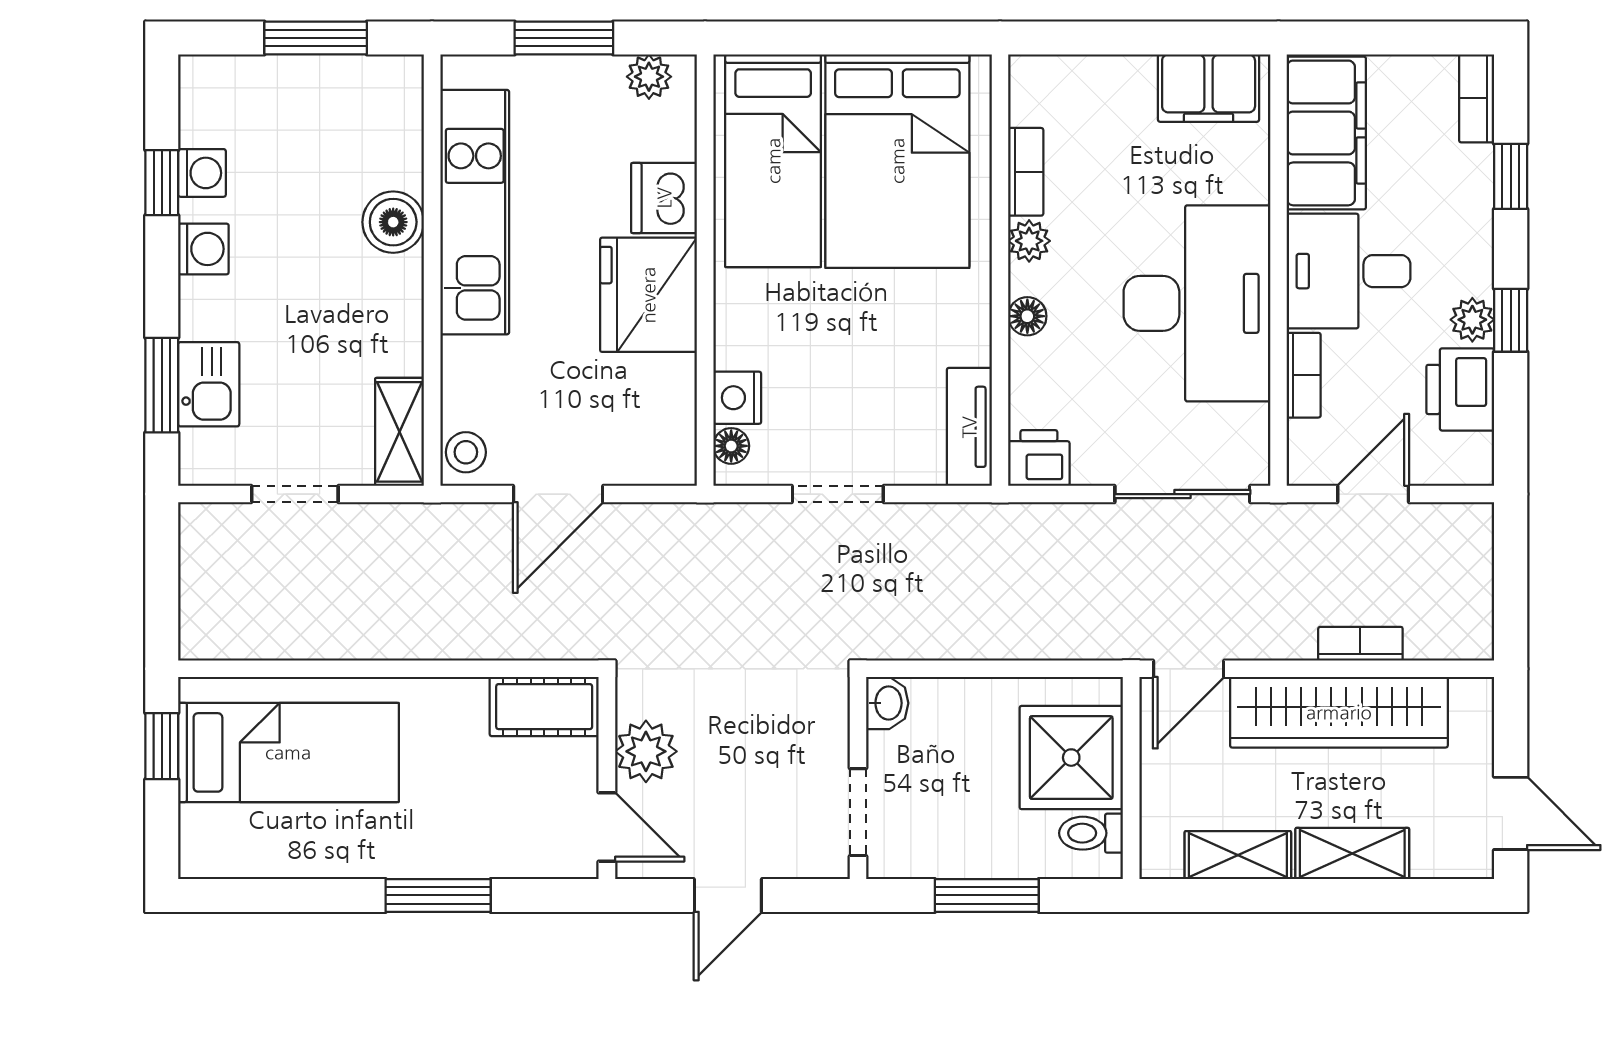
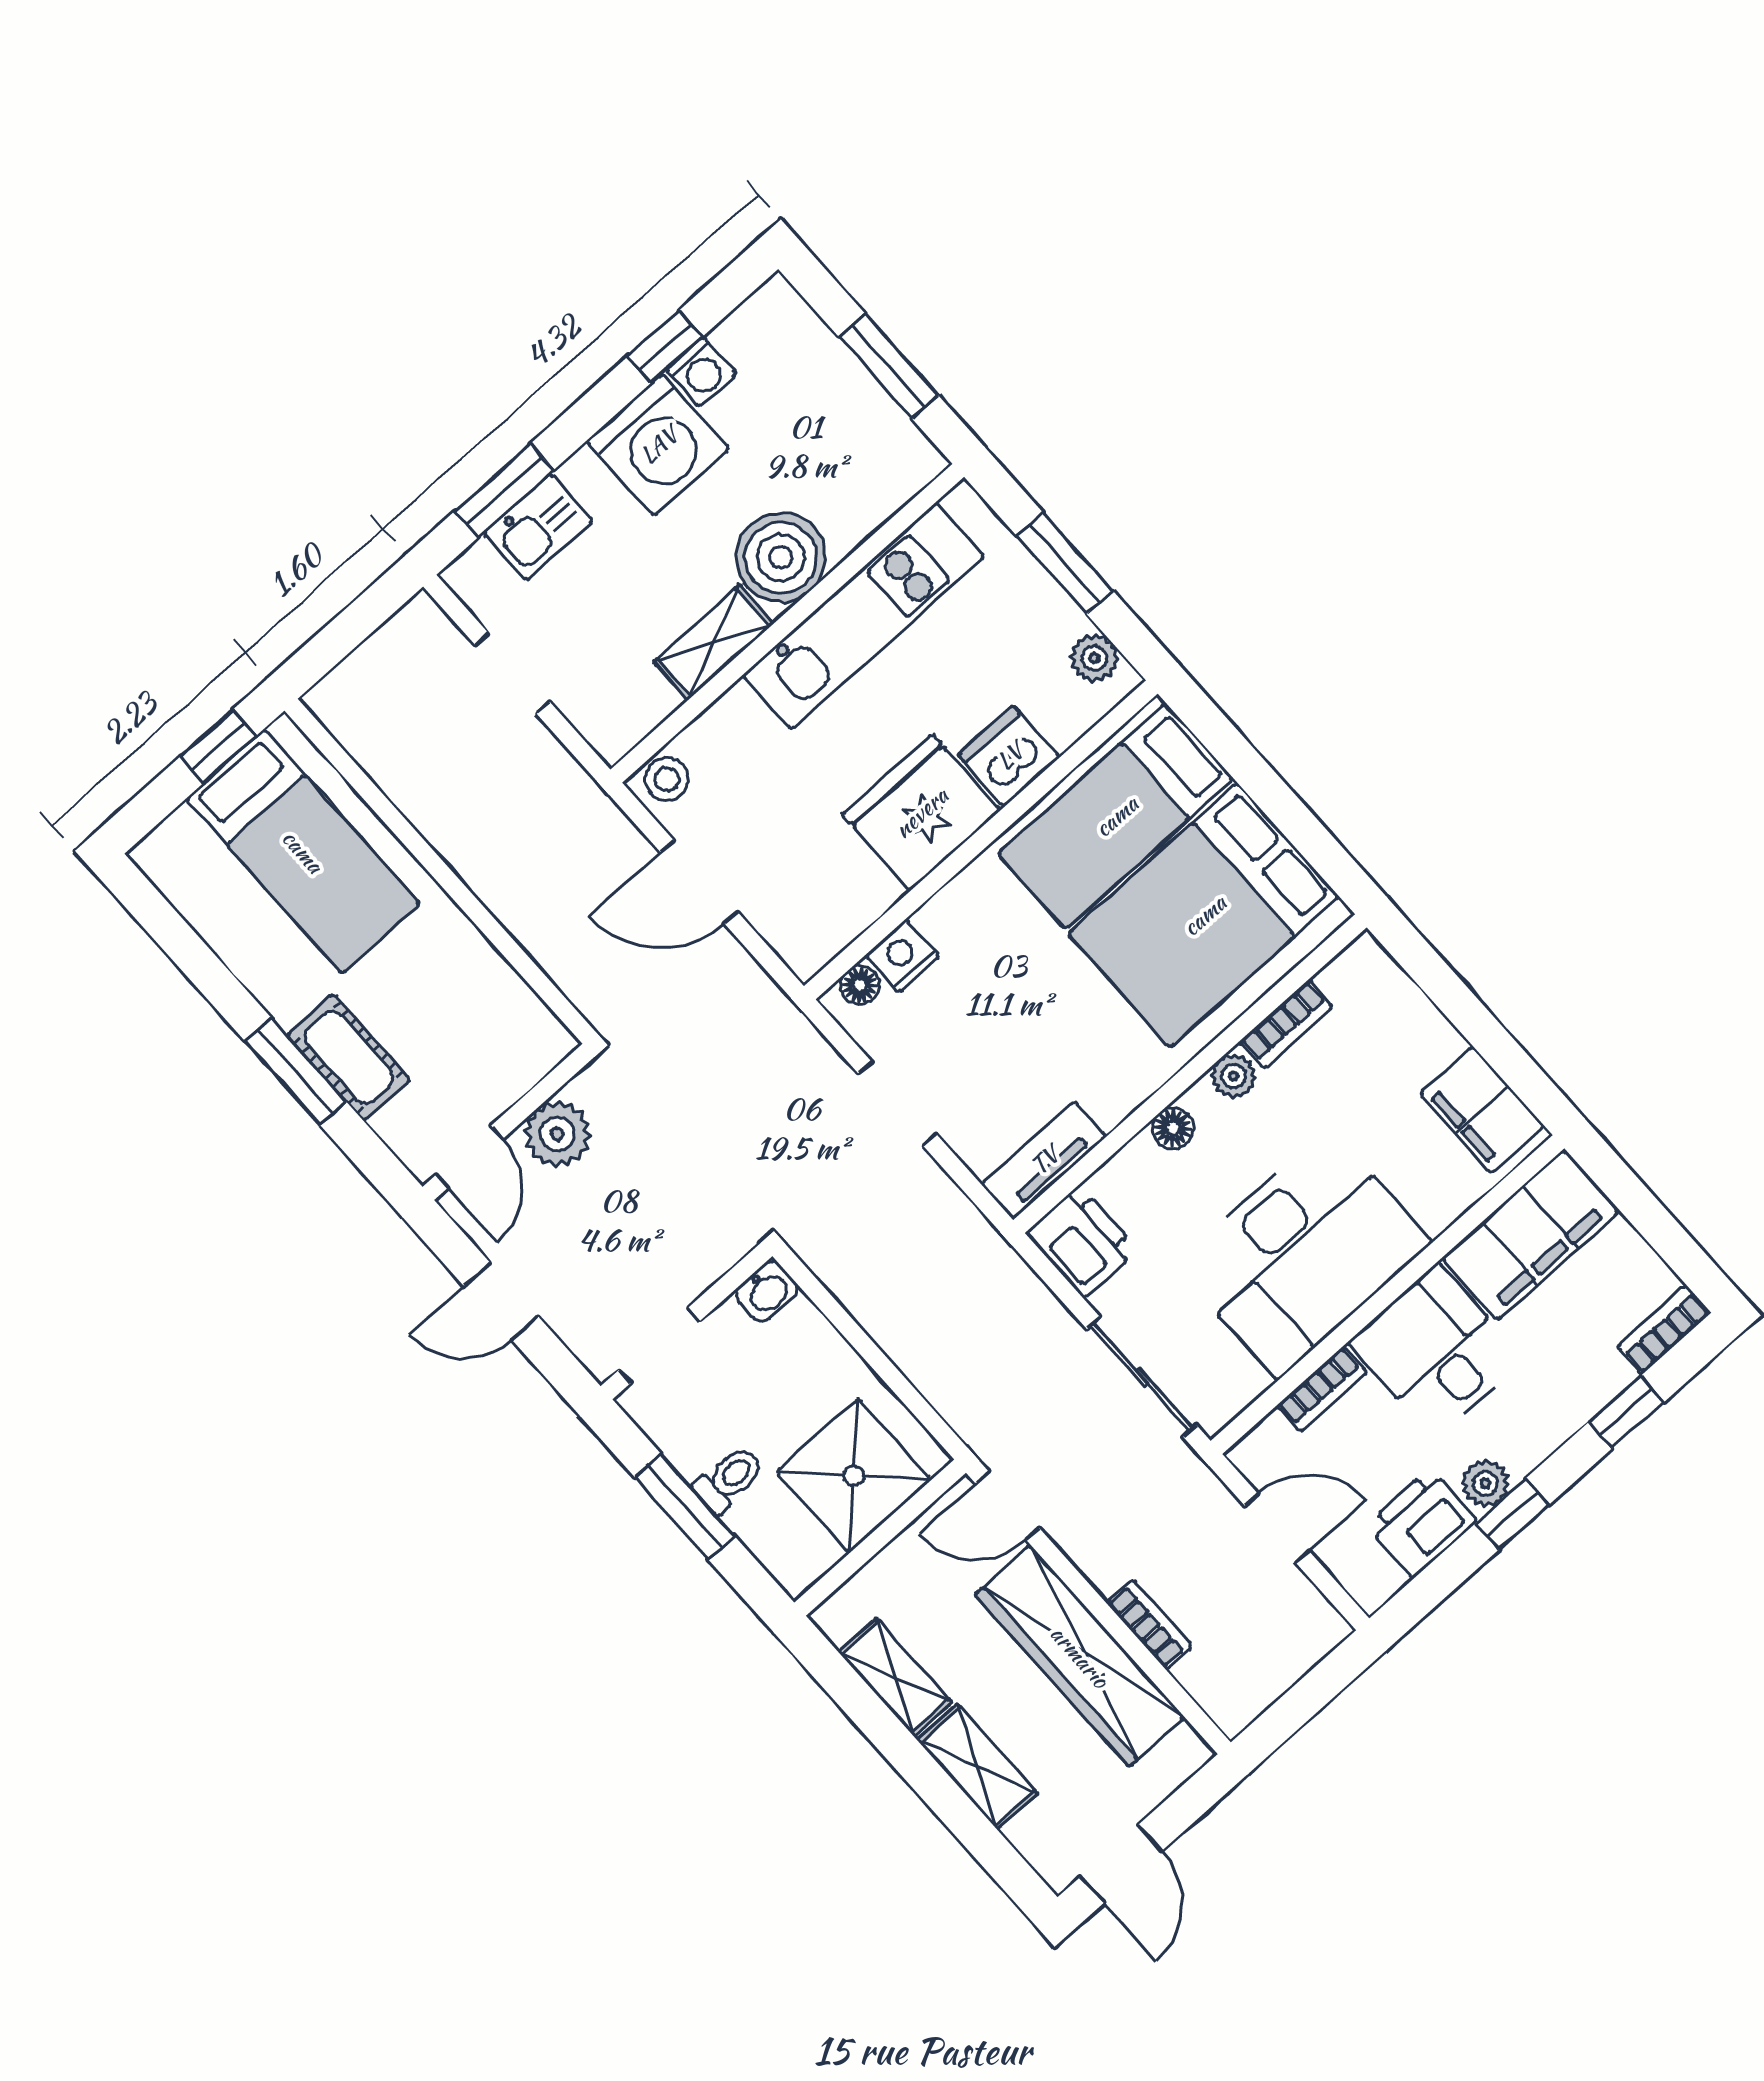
boiler: (393, 222) -> (781, 557), width x1.37, depth x1.37
washing machine: (203, 249) -> (658, 445), width x1.89, depth x1.89
shelving: (400, 432) -> (714, 643), moved
printer: (1039, 458) -> (1082, 1242), width x1.36, depth x1.24
cot: (544, 707) -> (349, 1057), moved
toilet: (1091, 833) -> (729, 1479), moved, turned 90

